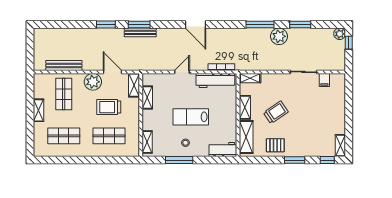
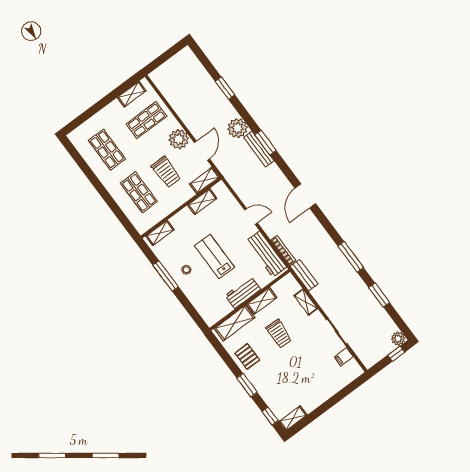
window: (106, 25) -> (225, 88), moved
plant: (279, 36) -> (237, 128), moved
bench: (64, 66) -> (304, 275), moved, width x0.73
shelving: (250, 78) -> (306, 302), moved
trolley: (109, 107) -> (166, 172), turned 180
shelving: (38, 110) -> (132, 94), moved
trolley: (276, 112) -> (279, 334), turned 37
workbench: (223, 150) -> (243, 293), moved, turned -90

